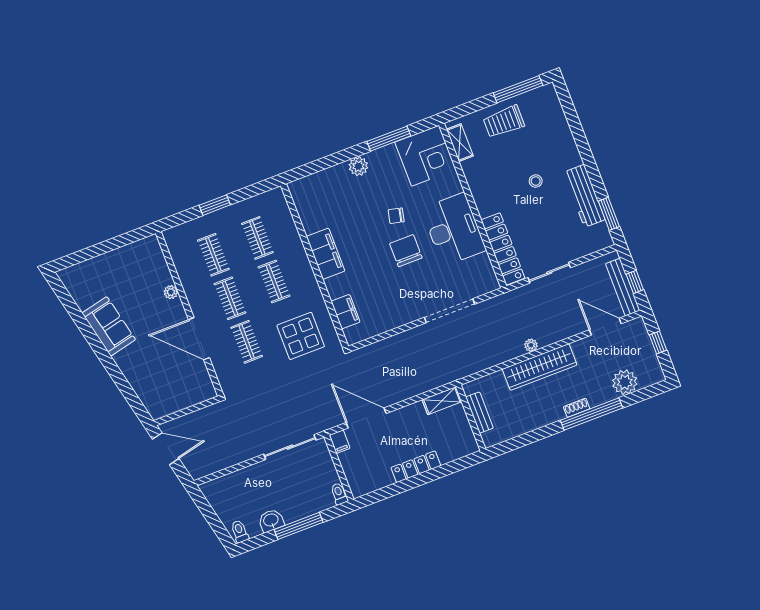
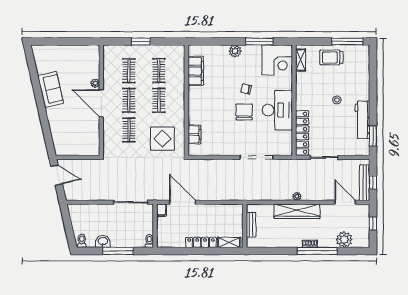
filing cabinet: (326, 254) -> (196, 71), moved
door: (199, 339) -> (101, 103), moved
shelving: (442, 401) -> (229, 242), moved

